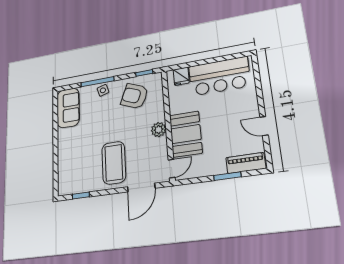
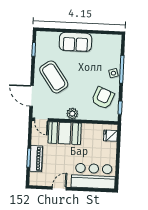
bar counter: (219, 76) -> (93, 176), moved, turned 90
sofa: (68, 108) -> (75, 42), moved
coffee table: (114, 163) -> (54, 77), turned 55
piano: (246, 163) -> (36, 159), moved

